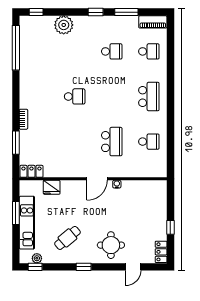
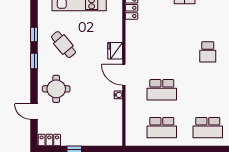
school desk: (149, 142) -> (162, 128), width x1.85
fridge: (52, 187) -> (115, 51), moved
plant: (37, 258) -> (43, 13), removed
window: (35, 267) -> (34, 34), moved

